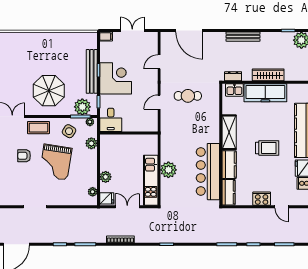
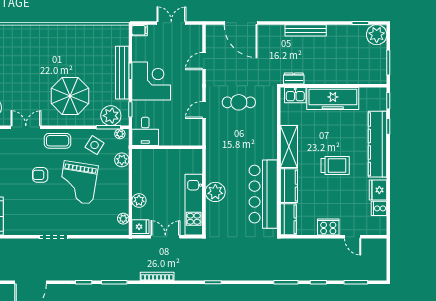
wardrobe: (268, 75) -> (336, 77), removed

